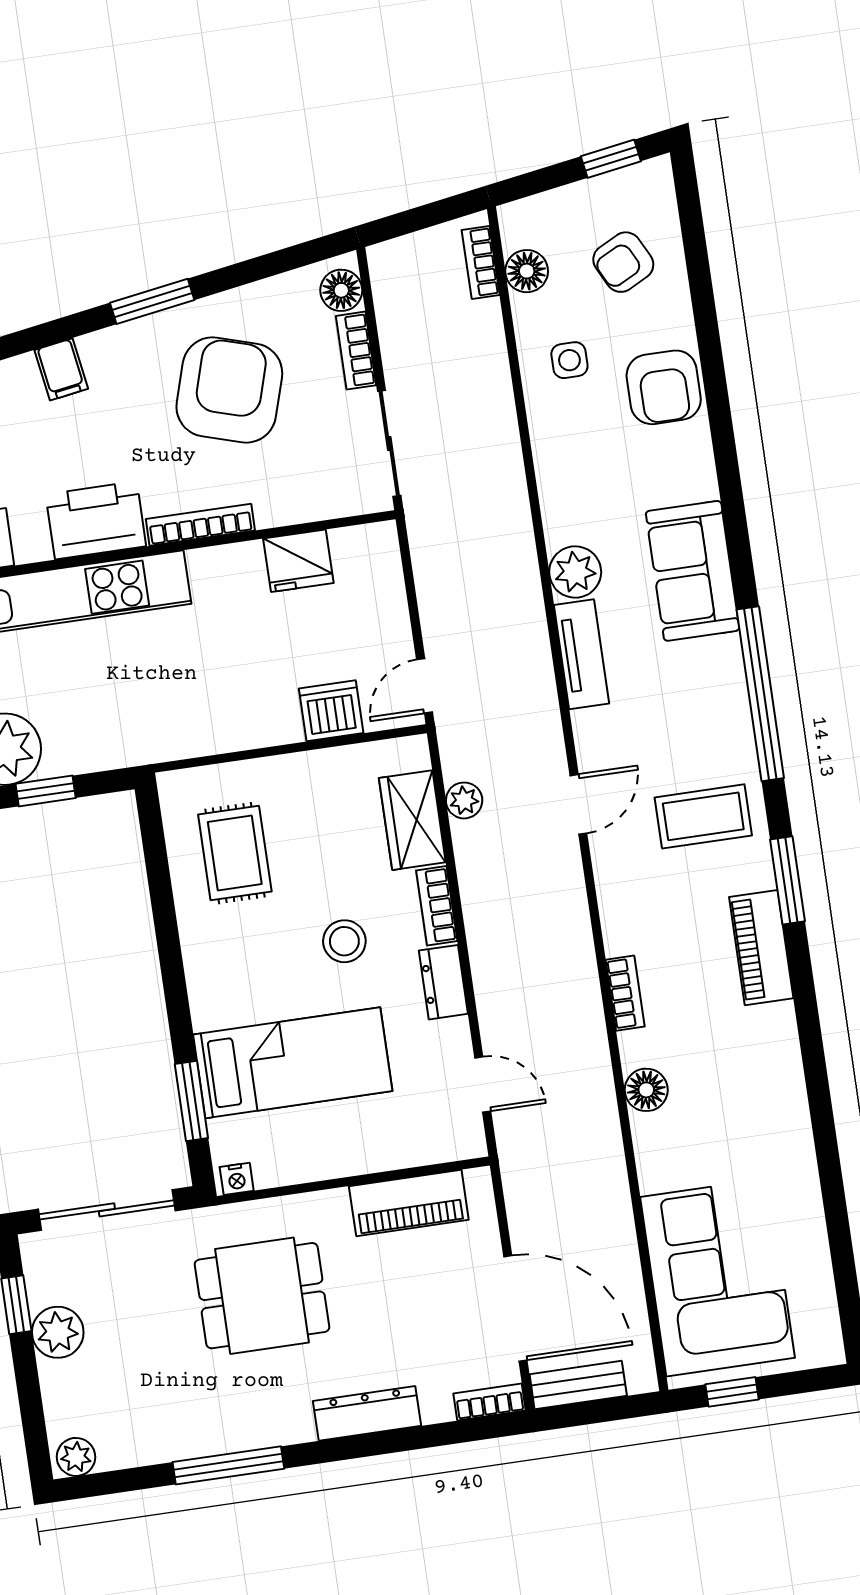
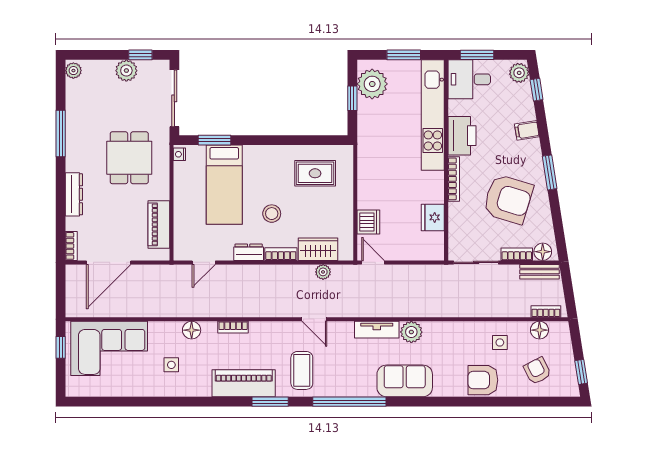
piano: (761, 948) -> (244, 383), width x1.37, depth x1.33
side table: (735, 1125) -> (171, 365), added
bench: (578, 1385) -> (539, 272), moved, turned 90

